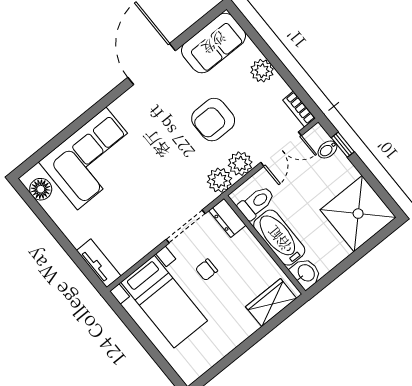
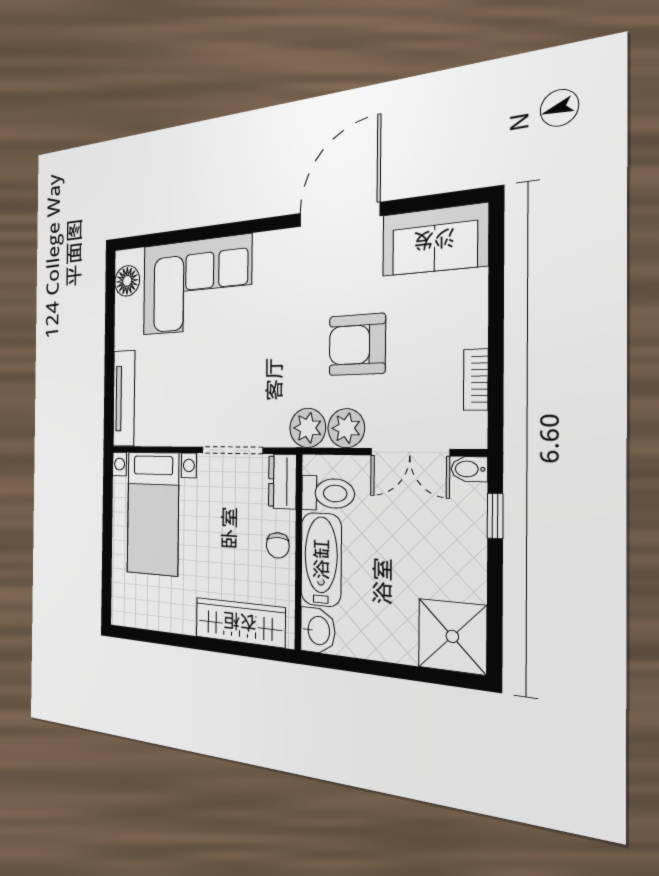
plant: (262, 71) -> (468, 326), removed
bookcase: (299, 109) -> (476, 380), moved
bidet: (327, 150) -> (469, 469), moved
shower: (358, 214) -> (452, 636), width x0.73, depth x0.73
tv unit: (99, 263) -> (124, 398), width x1.41
chair: (207, 270) -> (278, 545), moved, turned -90
wardrobe: (271, 303) -> (240, 622), width x1.50

